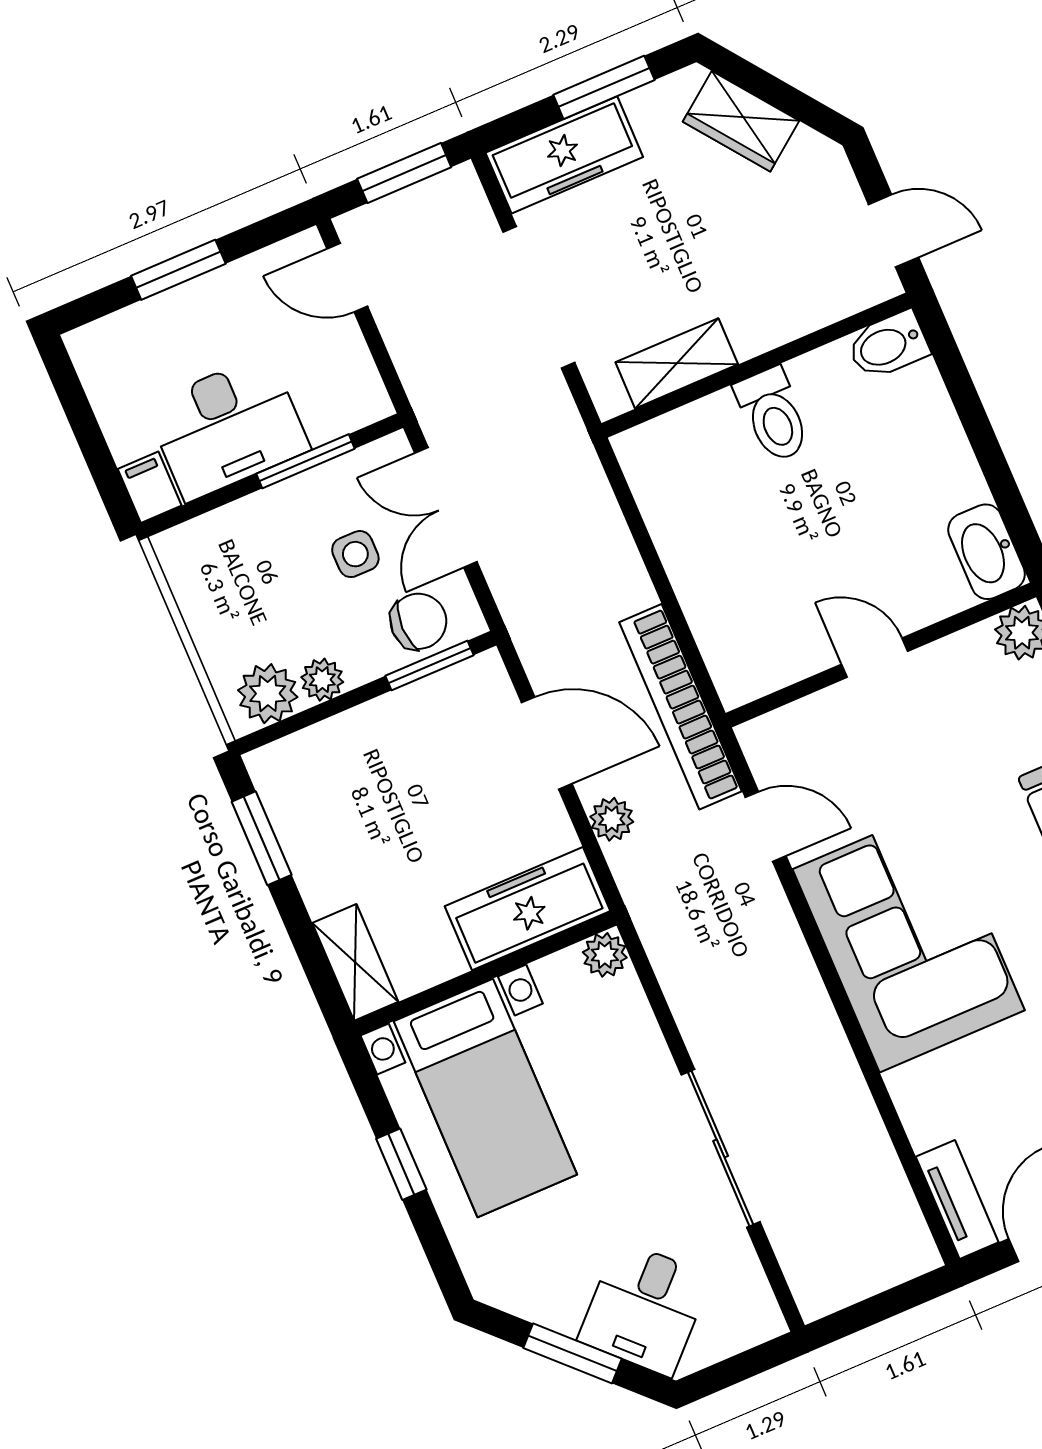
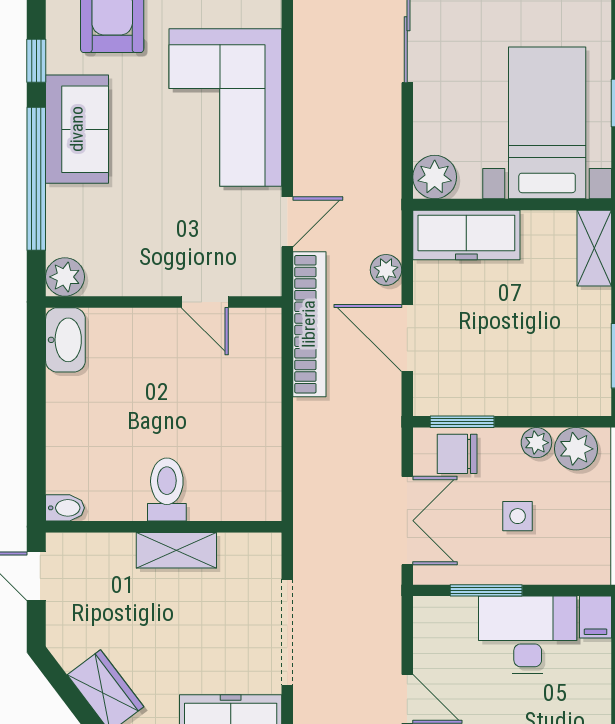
bidet: (888, 345) -> (65, 508), width x0.72, depth x0.74
shelving: (677, 363) -> (176, 550), moved
side table: (355, 554) -> (518, 516), moved
door: (875, 658) -> (205, 302), moved
door: (766, 827) -> (287, 222), swing flipped
plant: (605, 955) -> (435, 177), width x1.38, depth x1.38

